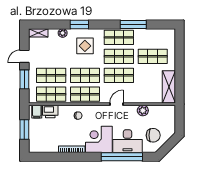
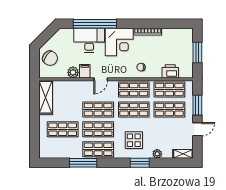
filing cabinet: (37, 112) -> (85, 71), moved
chair: (153, 135) -> (50, 58), moved, turned -144

